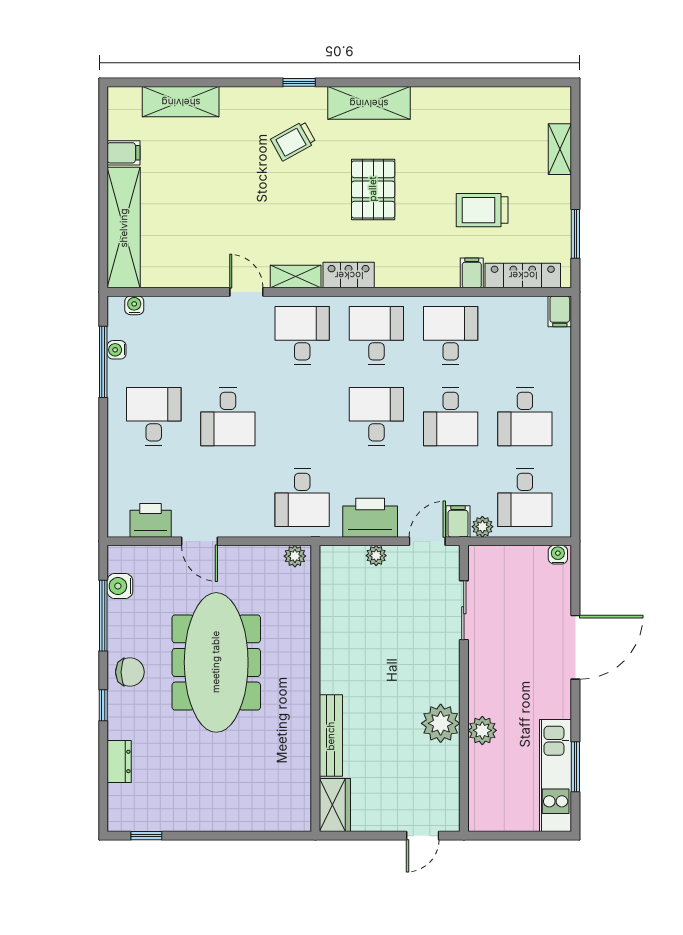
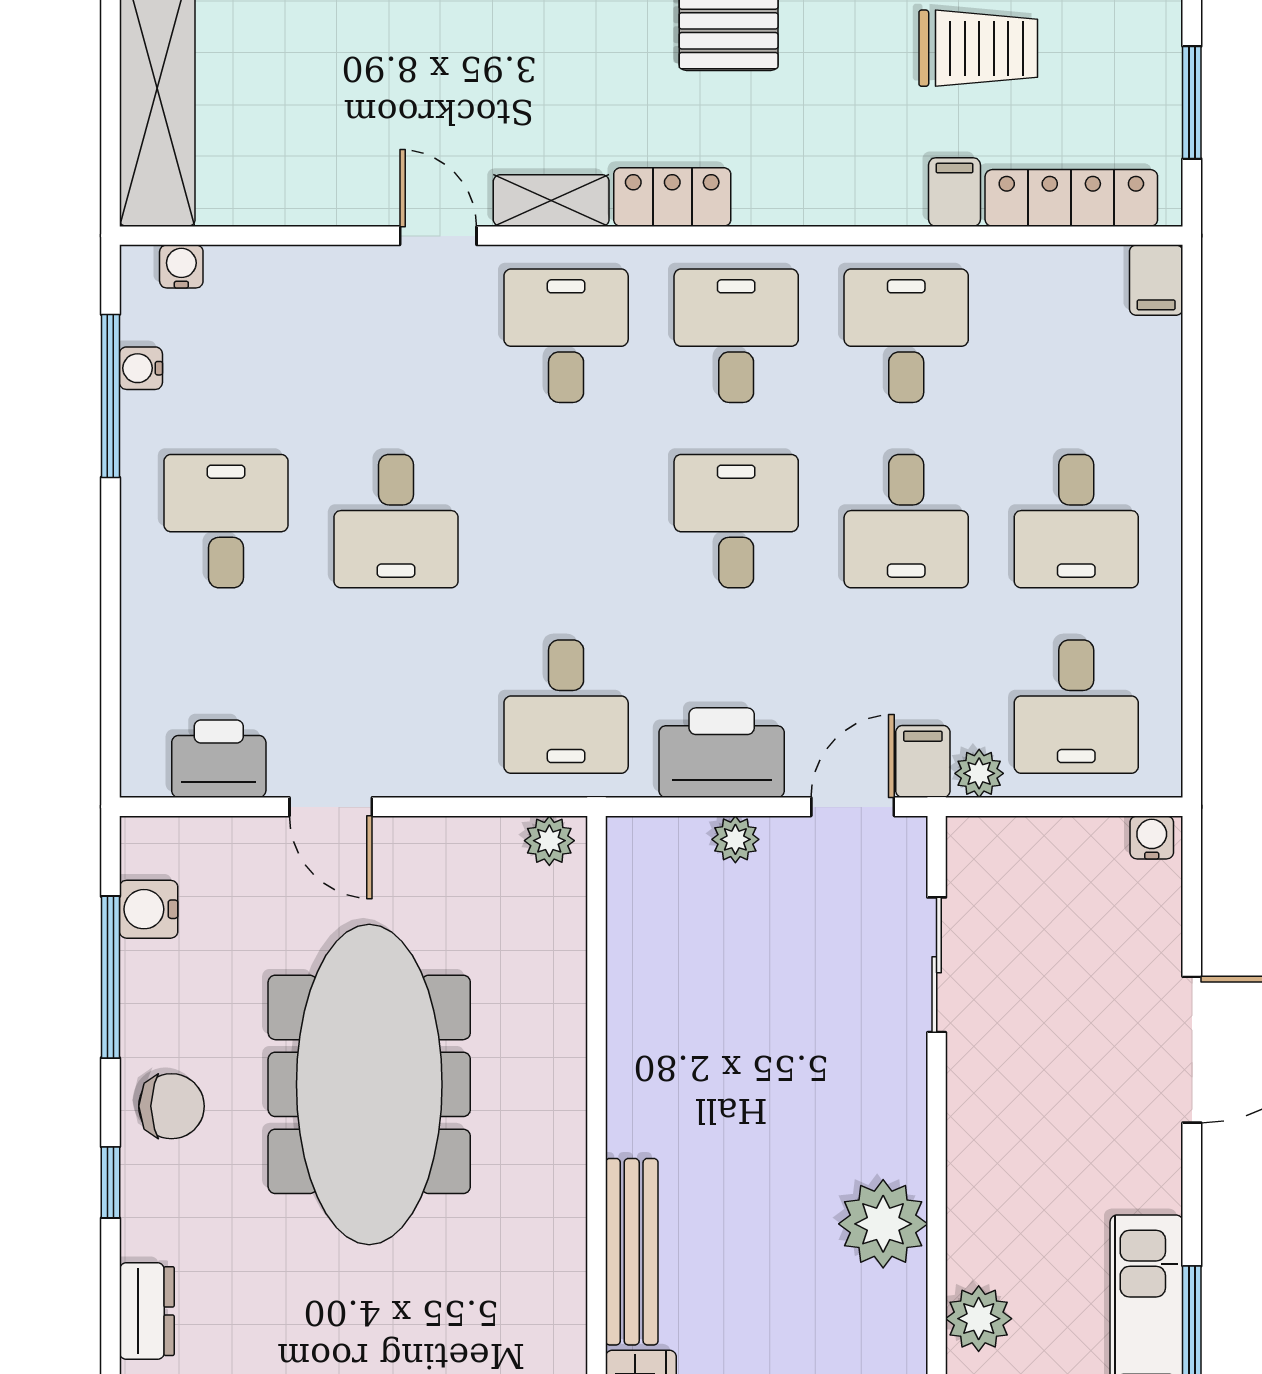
trolley: (482, 210) -> (978, 48), turned 180
plant: (482, 730) -> (979, 1319), moved

